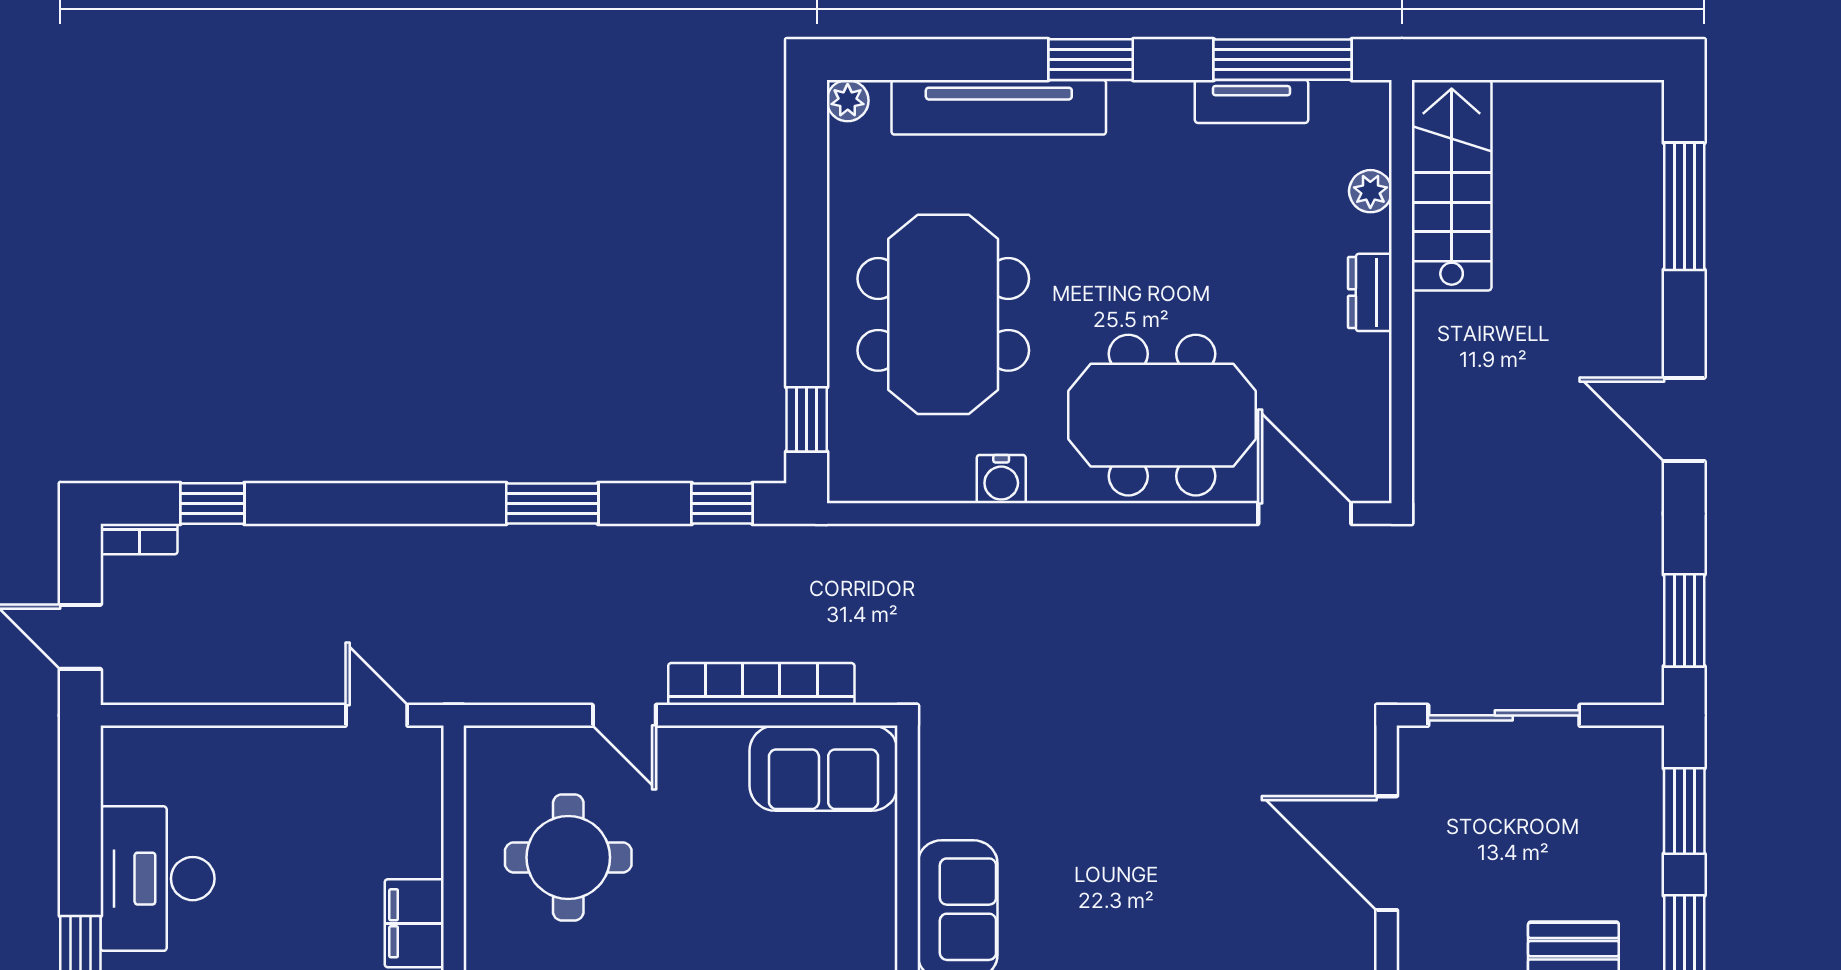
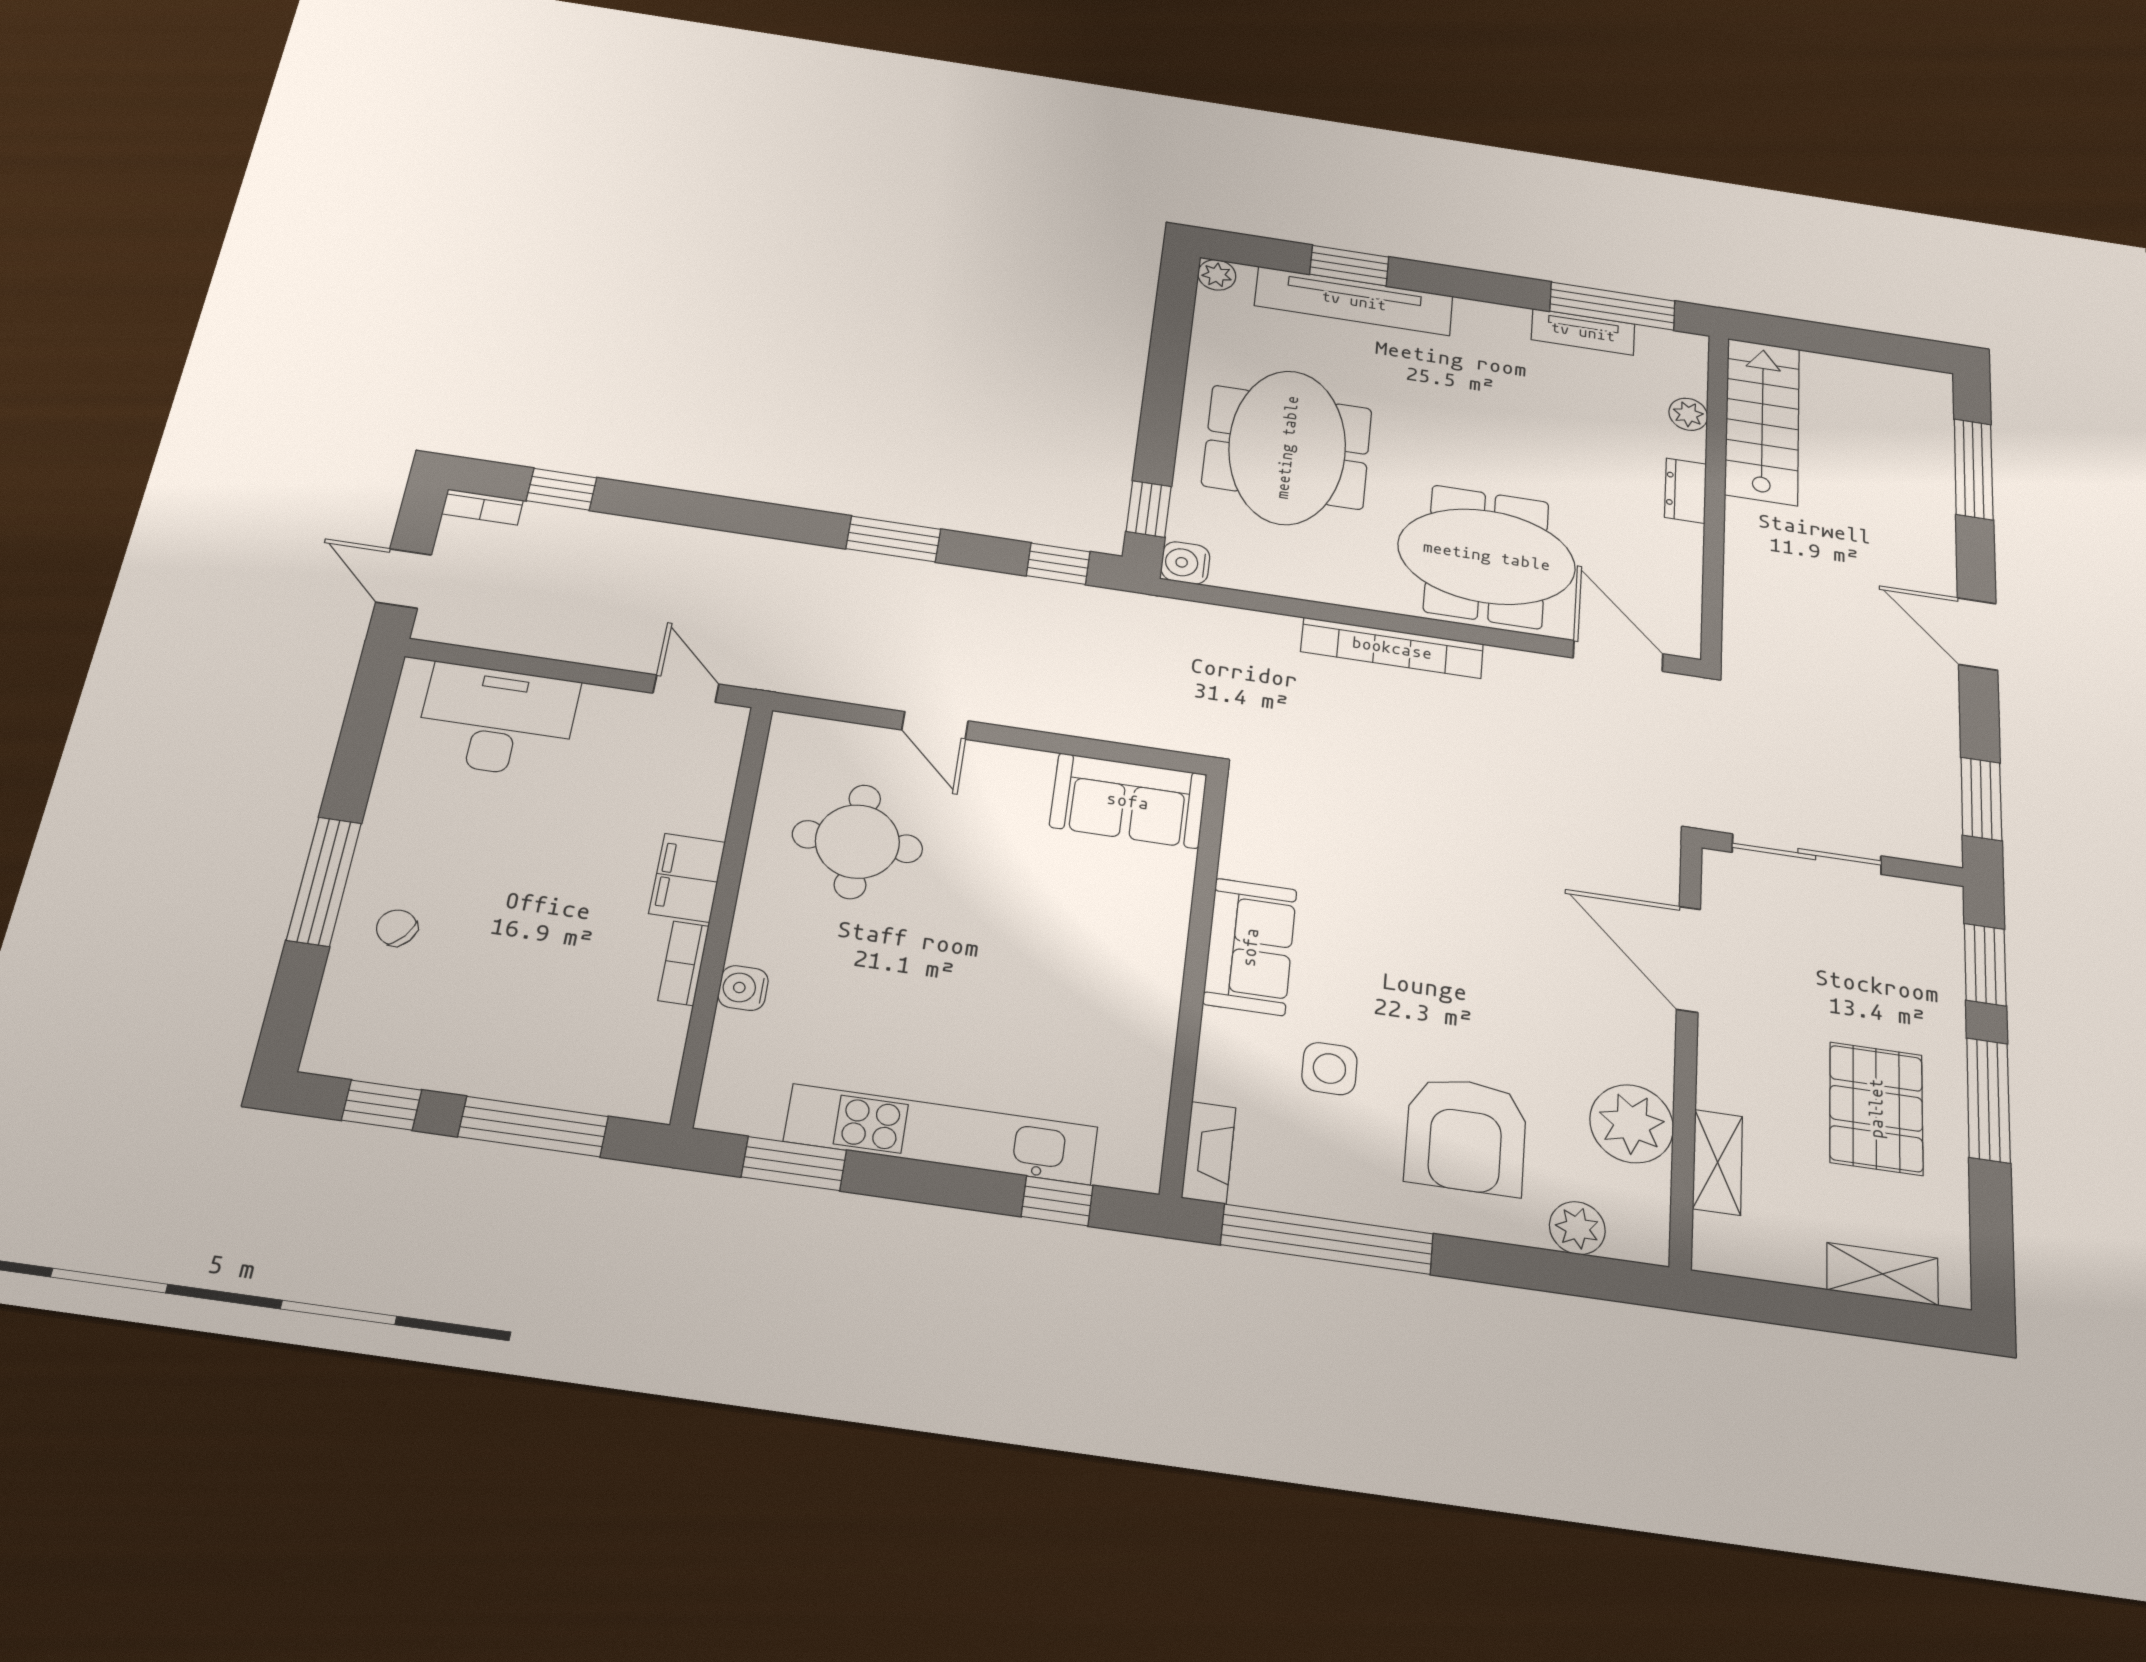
window: (1091, 60) -> (1349, 266), moved
water cooler: (1001, 479) -> (1185, 563), moved, turned 90
bookcase: (761, 684) -> (1392, 648), moved, turned 180
desk: (157, 879) -> (497, 720), moved, turned 90

